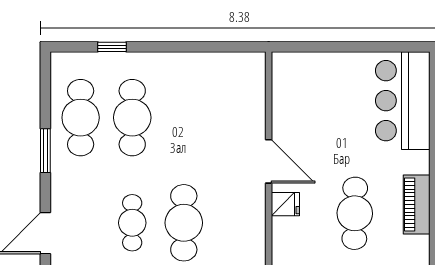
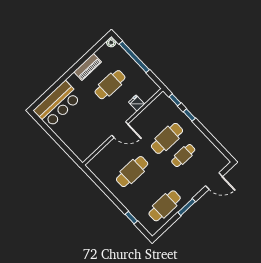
cafe table: (132, 118) -> (132, 172), moved
door: (269, 161) -> (120, 130), swing flipped
fridge: (285, 204) -> (137, 103), moved

